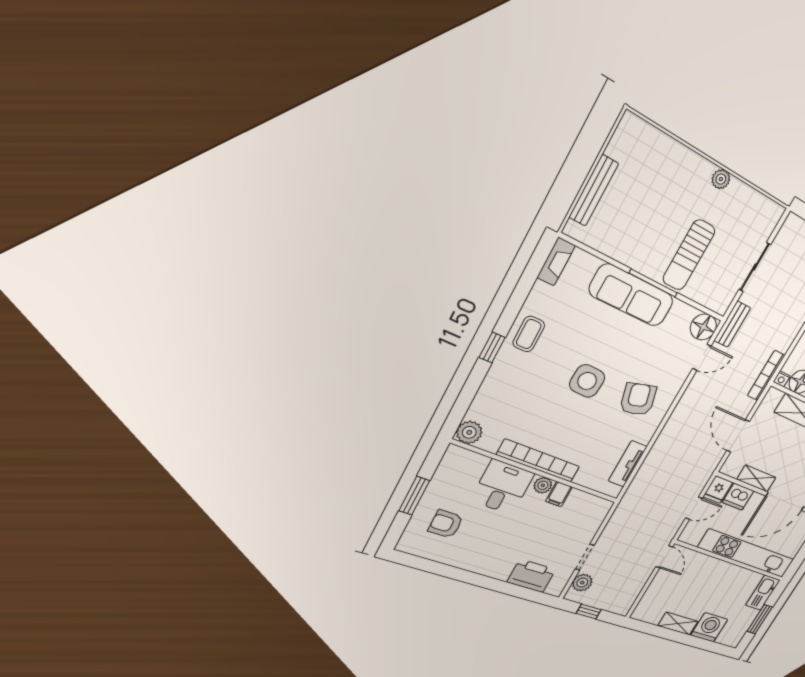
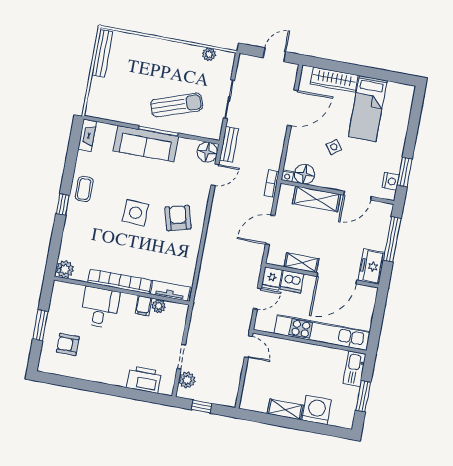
plant: (721, 179) -> (209, 54), moved
bench: (594, 190) -> (102, 53), moved
sun lounger: (689, 255) -> (177, 105), turned -109
bookcase: (766, 375) -> (272, 183), width x0.64
door: (738, 436) -> (270, 230), hinge flipped
tv unit: (628, 464) -> (170, 291), moved, turned 90
plant: (543, 485) -> (159, 306), moved

